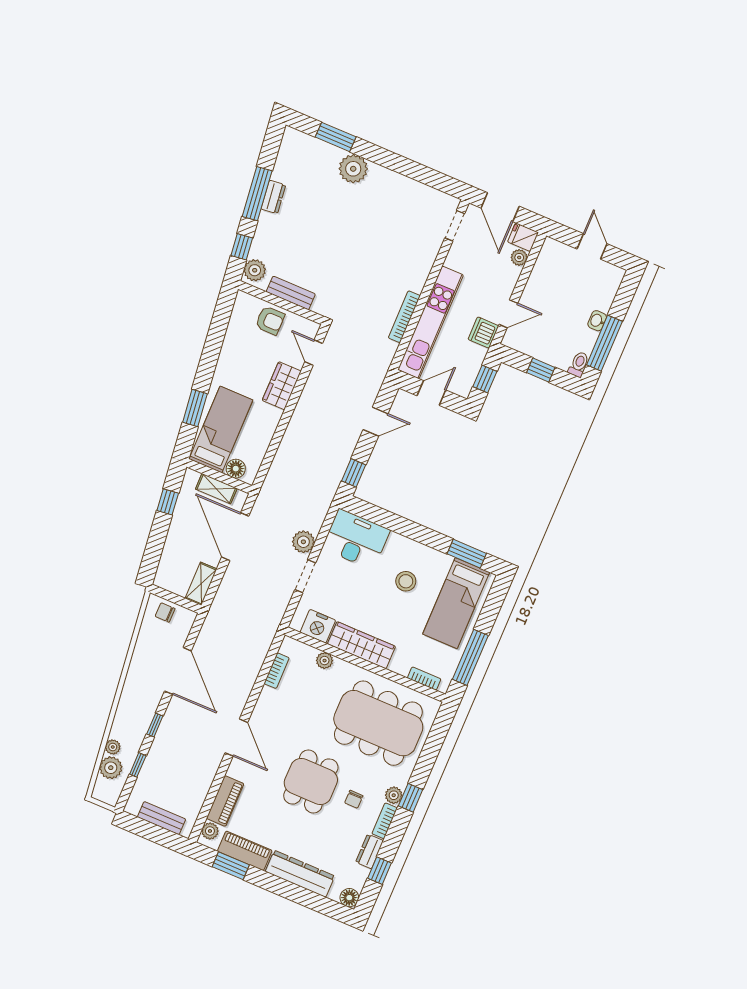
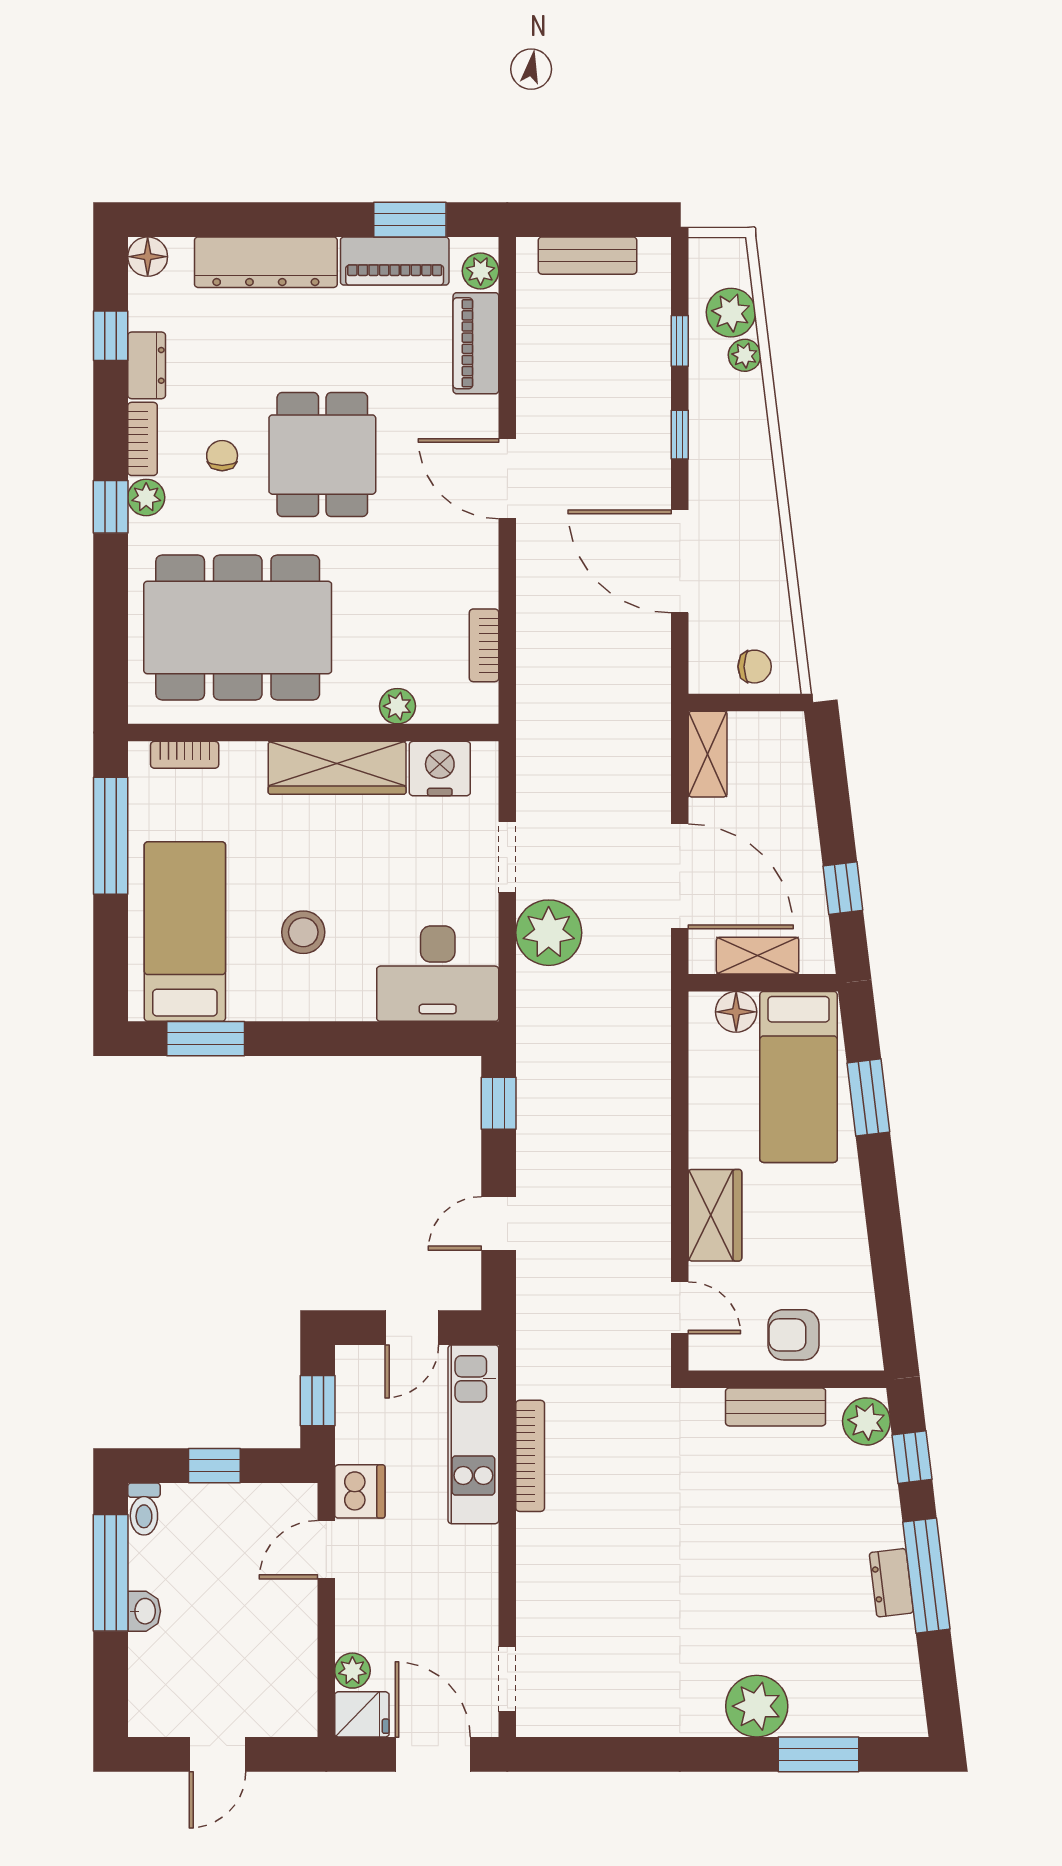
door: (592, 246) -> (217, 1754), hinge flipped
kitchen unit: (431, 322) -> (473, 1434), width x0.73
plant: (303, 542) -> (549, 933), width x1.36, depth x1.36

